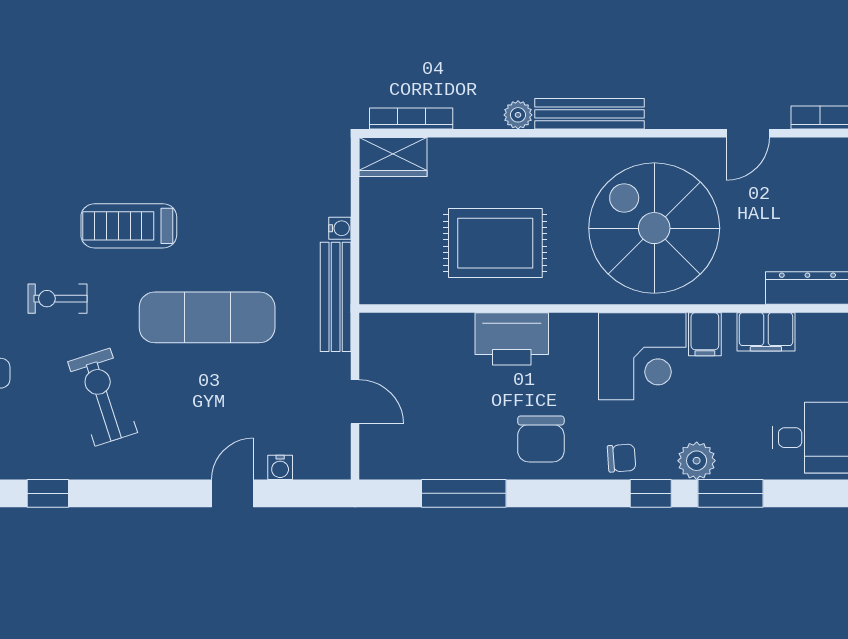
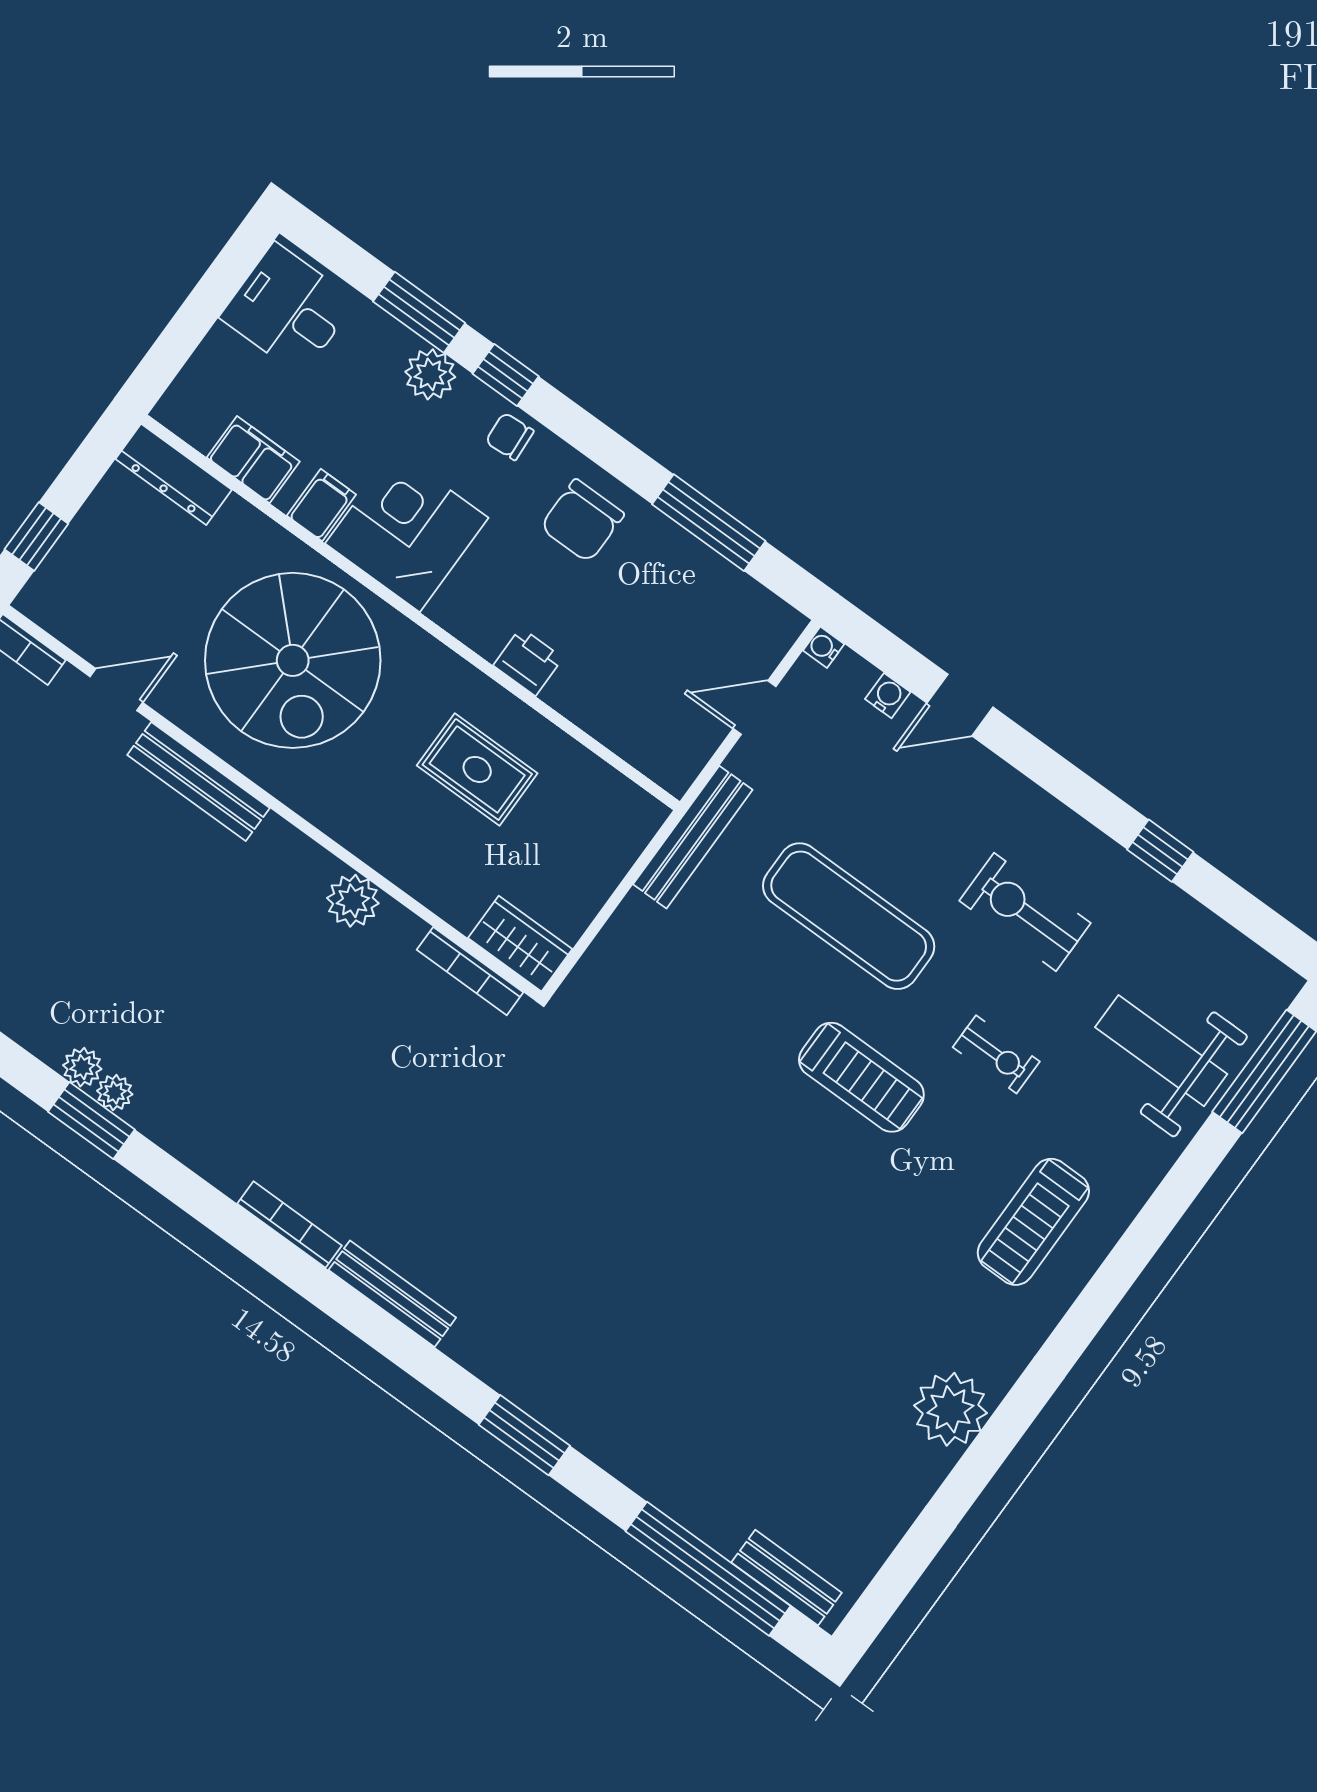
bench: (590, 114) -> (199, 781), moved
plant: (518, 115) -> (353, 901), width x1.38, depth x1.38
water cooler: (340, 228) -> (824, 647), moved
rug: (495, 243) -> (477, 769), width x0.73, depth x0.70
printer: (512, 339) -> (528, 662), width x0.53, depth x0.68
exercise bike: (103, 397) -> (1025, 912), turned 108
door: (355, 402) -> (754, 708), hinge flipped
chair: (541, 439) -> (582, 521), turned 180

